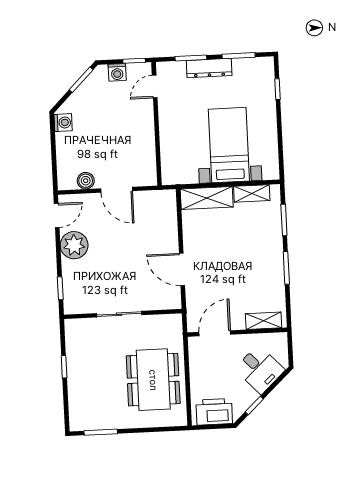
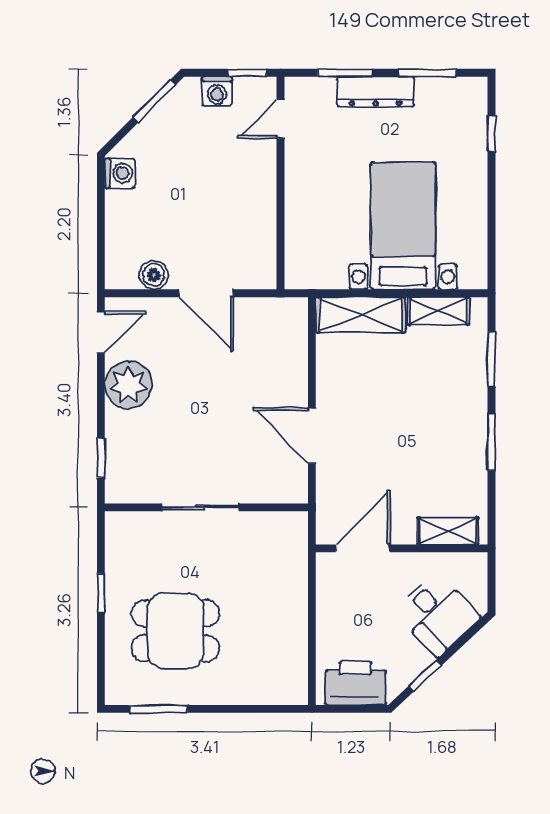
dining table: (153, 380) -> (175, 631), moved, width x0.73

